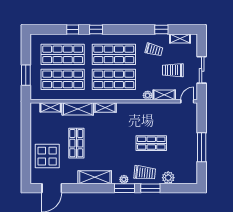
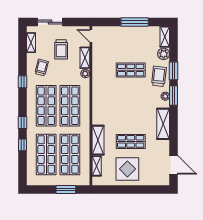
window: (161, 29) -> (22, 82), moved
sliding door: (202, 70) -> (50, 22), moved
shelving: (105, 107) -> (165, 37), moved
shop shelf: (151, 143) -> (131, 70), turned 90
display table: (47, 156) -> (127, 169), moved

